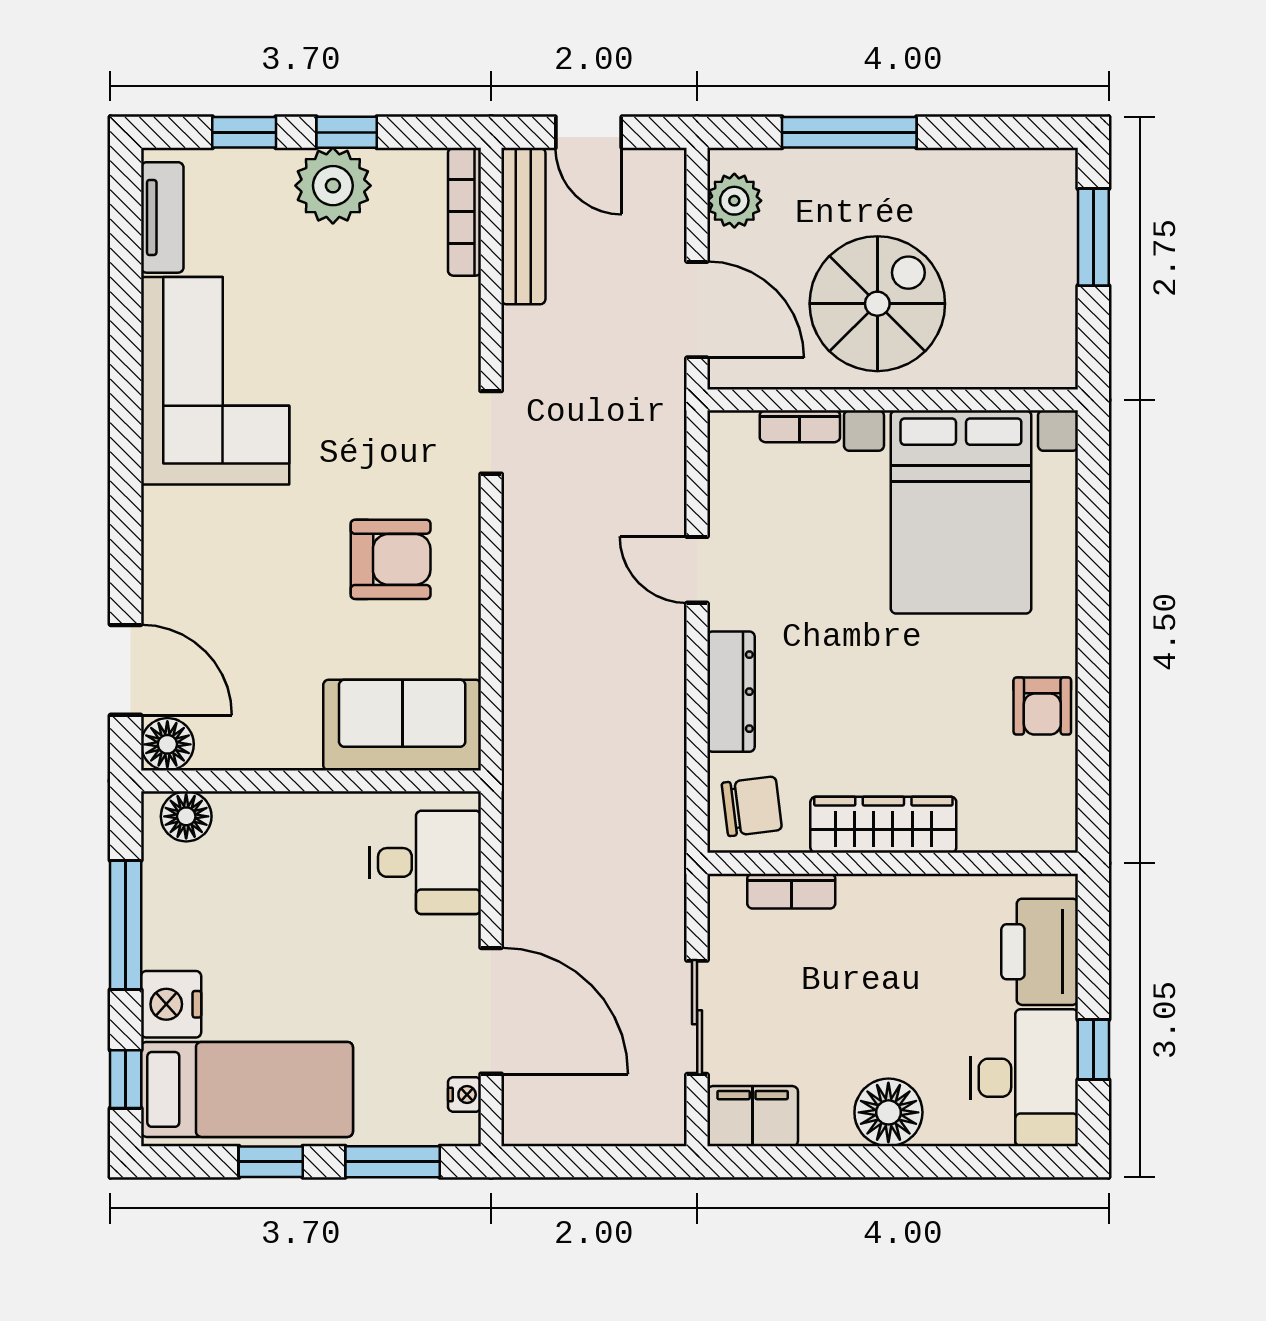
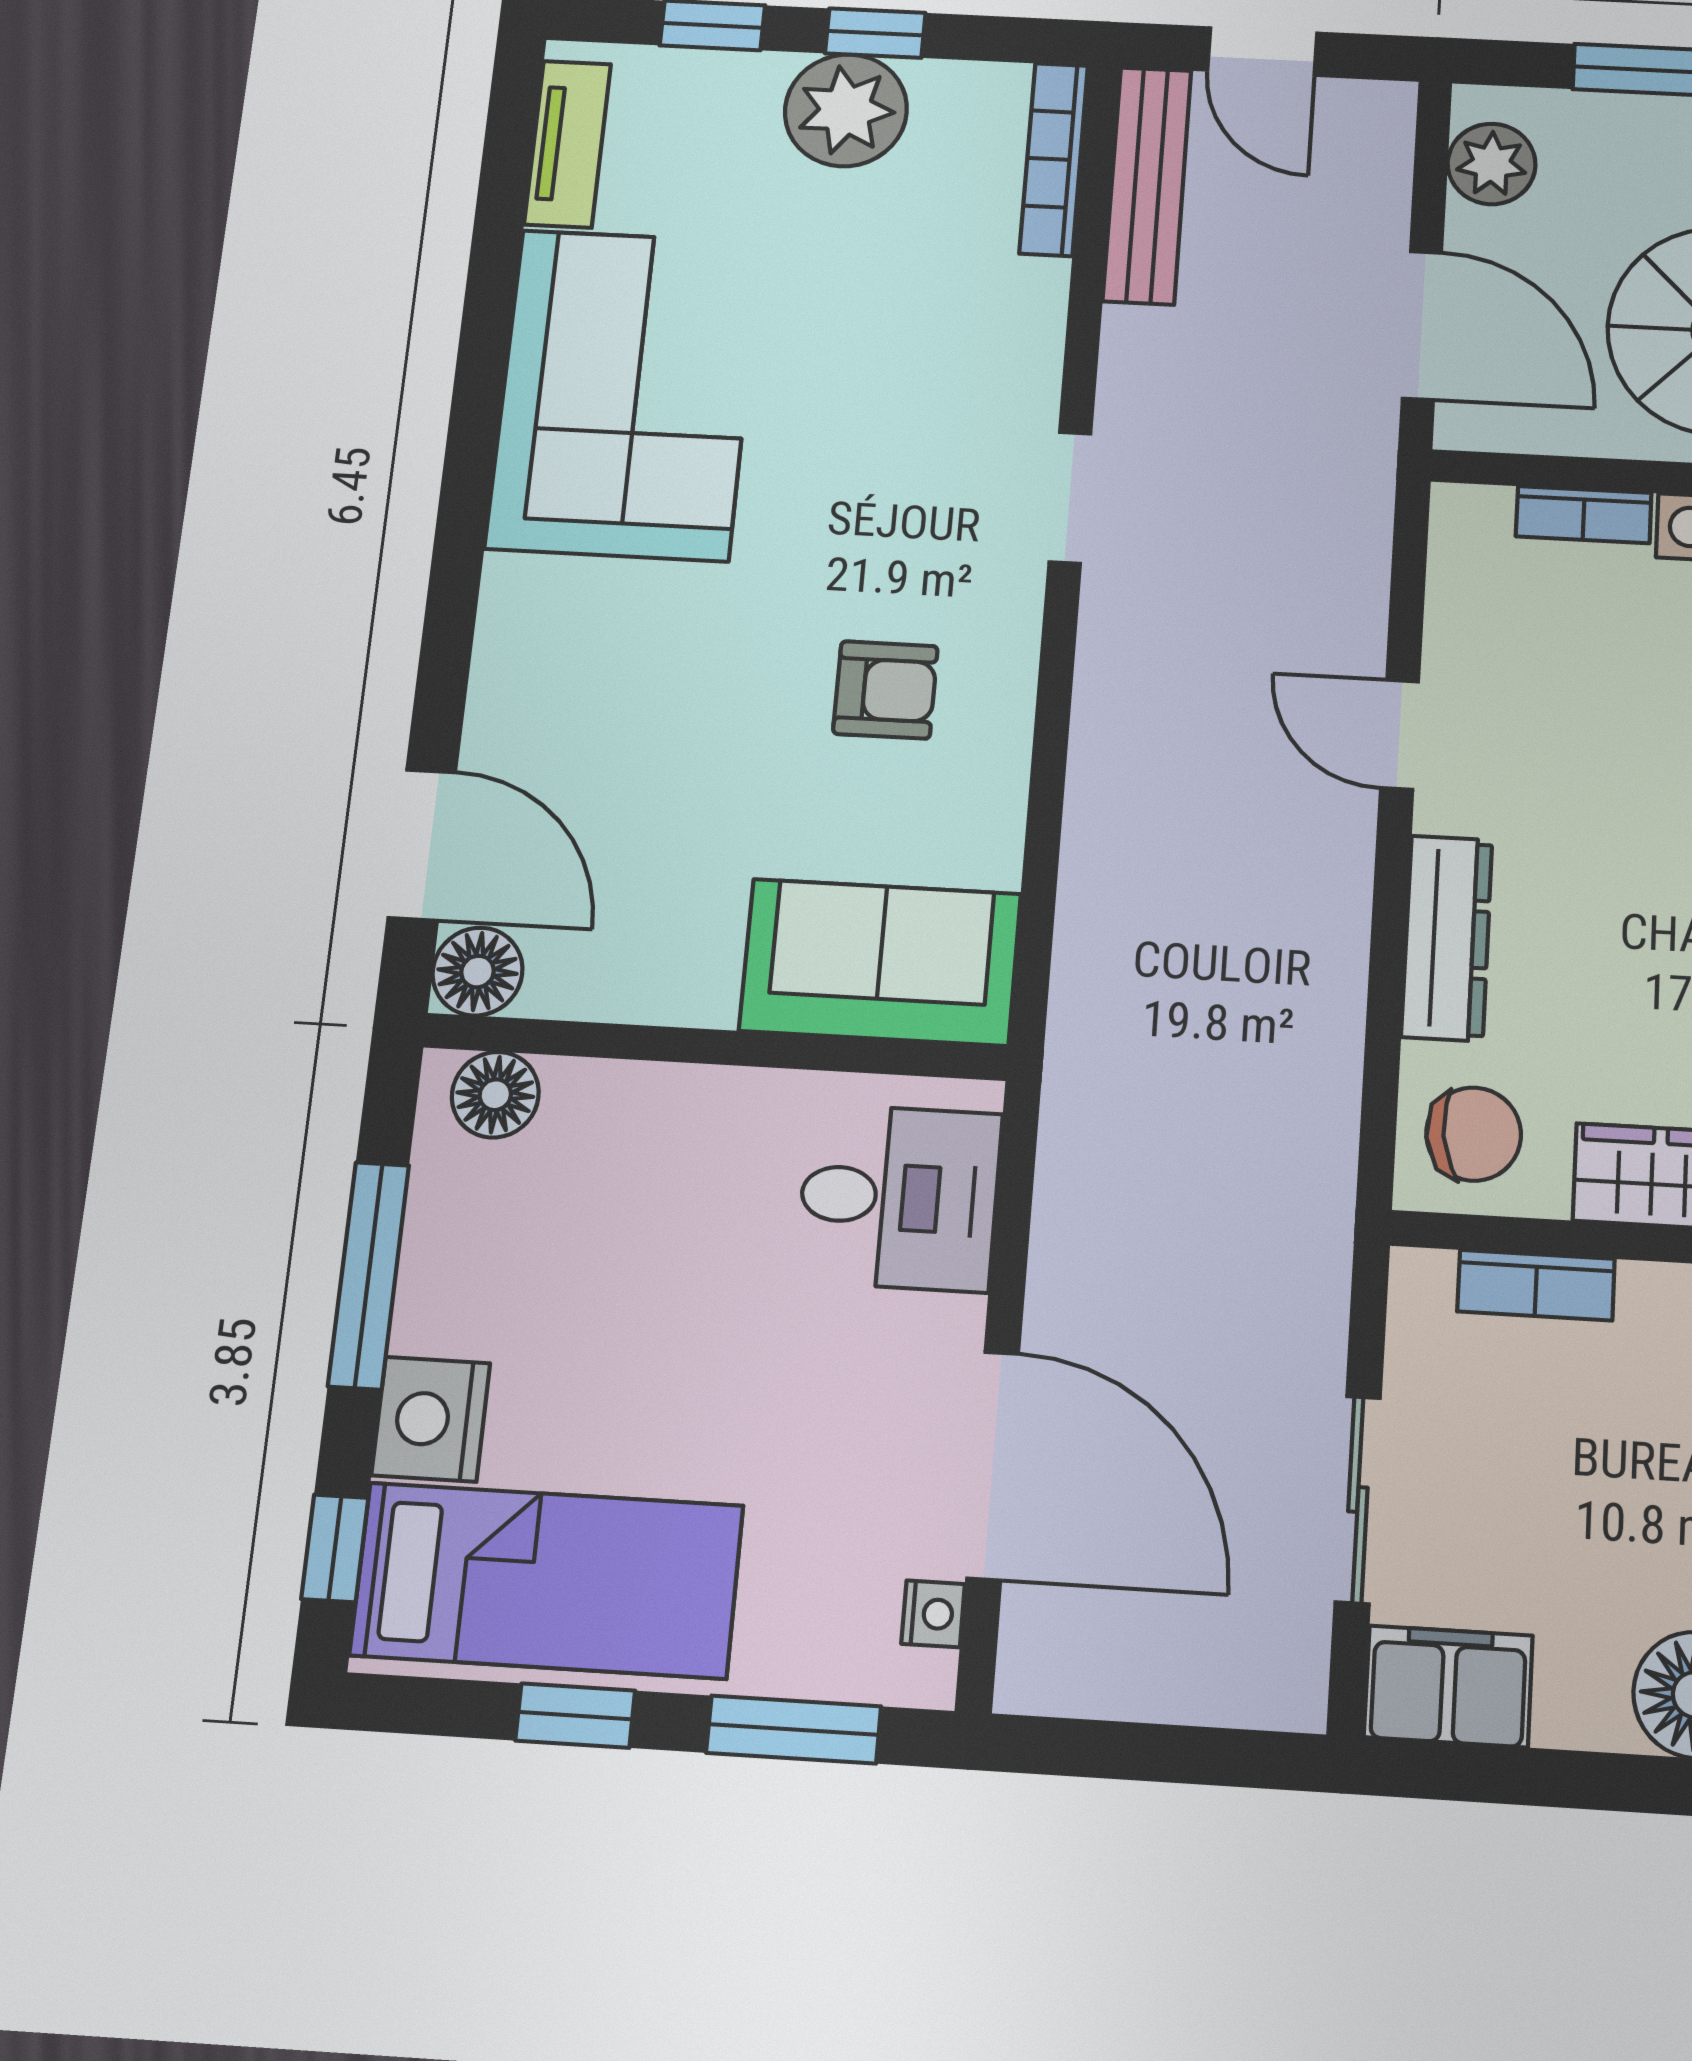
armchair: (391, 559) -> (885, 690), width x0.72, depth x0.72

